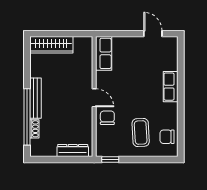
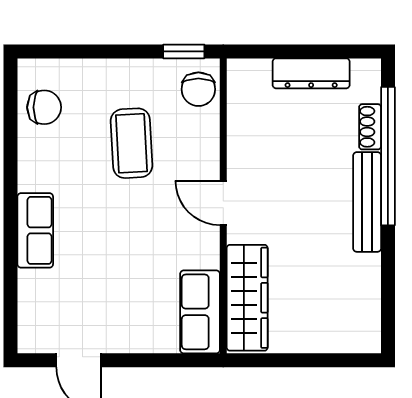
wardrobe: (51, 45) -> (247, 298), moved, turned 90
chair: (107, 118) -> (198, 89), moved
coffee table: (141, 132) -> (132, 143), moved
dresser: (73, 151) -> (311, 73), moved

